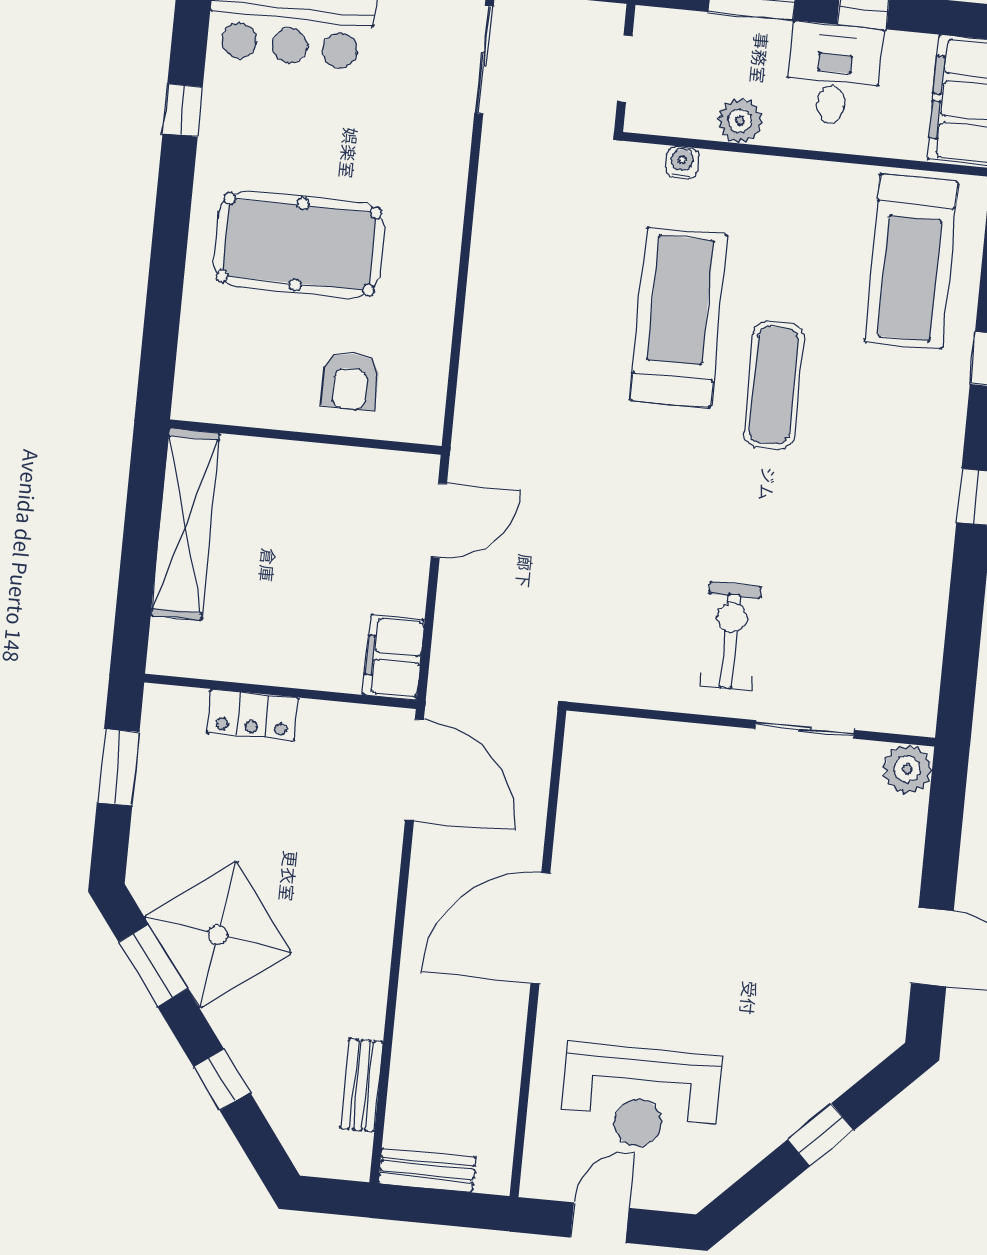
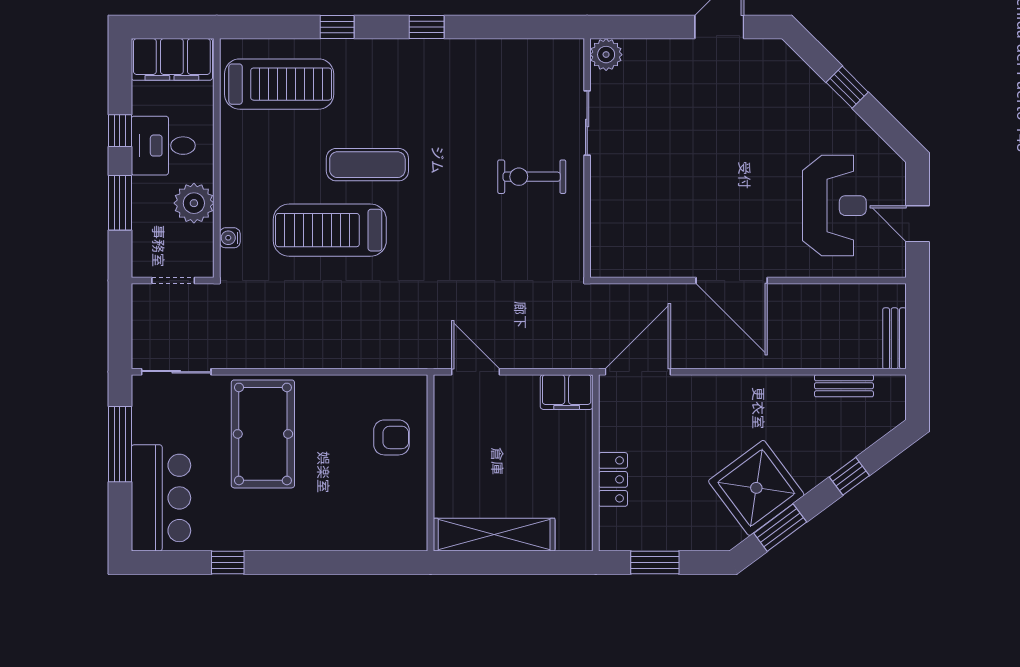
plant: (740, 121) -> (194, 203), width x1.36, depth x1.36
pool table: (299, 244) -> (263, 434), moved

